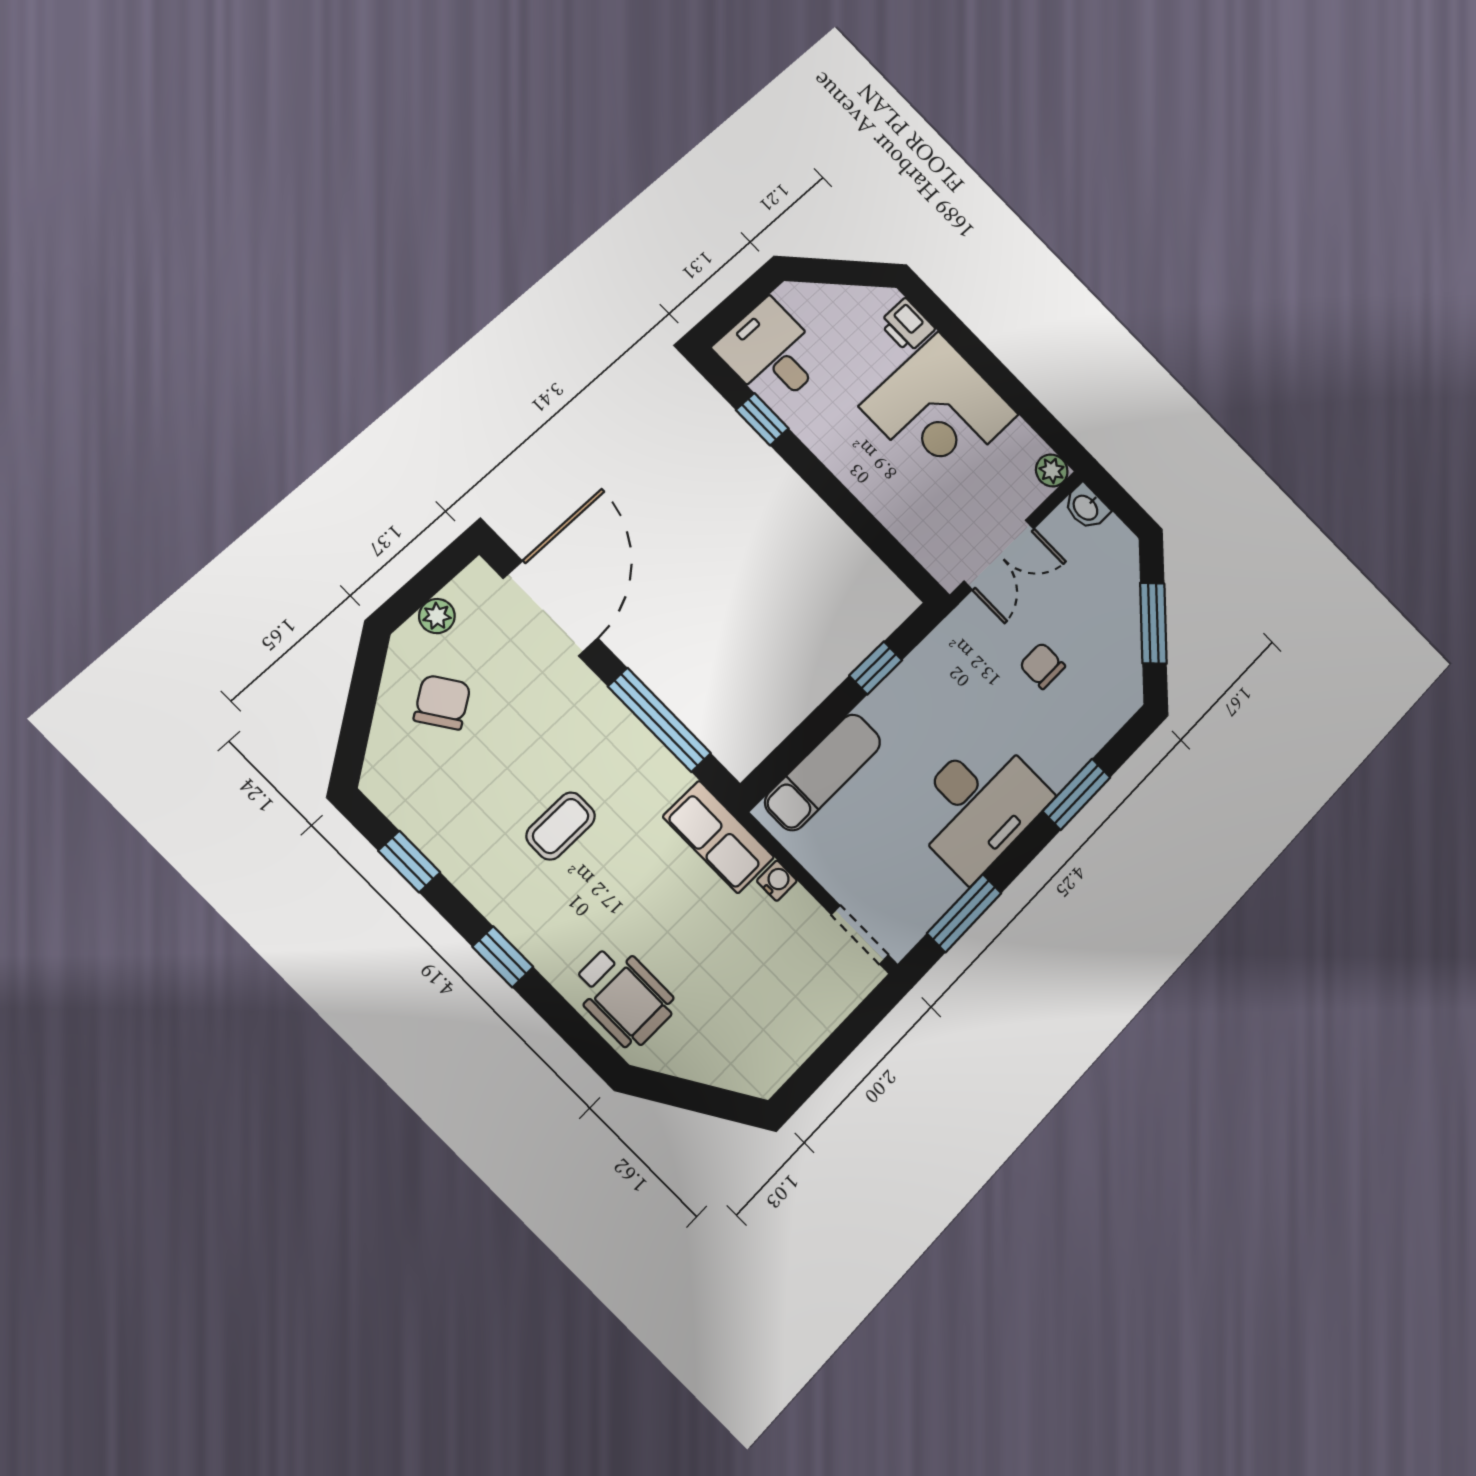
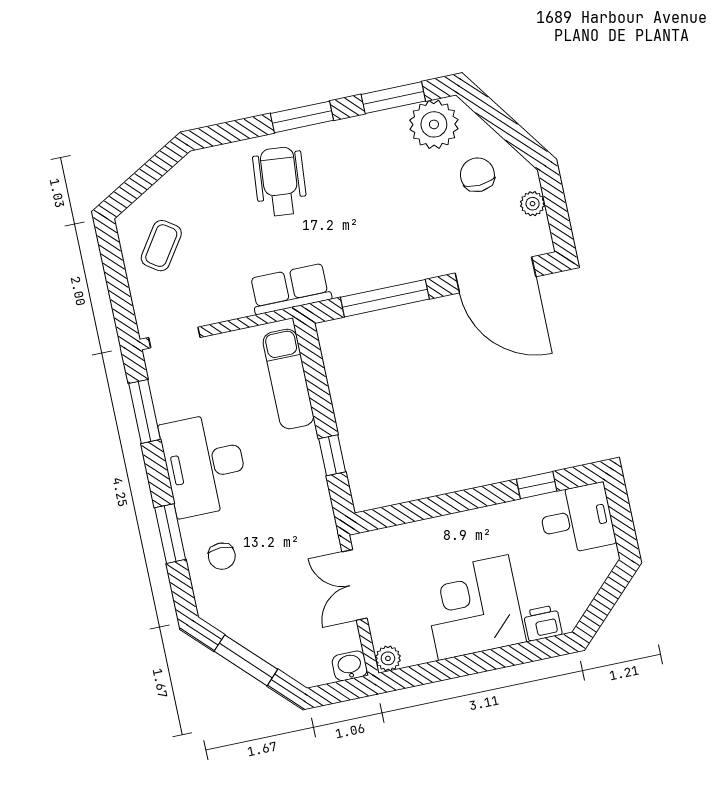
chair: (1042, 666) -> (222, 556), moved, turned 90
chair: (442, 702) -> (477, 175), turned -149
plant: (412, 792) -> (434, 124), added
coffee table: (561, 826) -> (161, 246), moved, turned 34
window: (409, 862) -> (393, 98), width x1.50
water cooler: (777, 881) -> (241, 308), removed
window: (503, 957) -> (302, 117), width x1.50
wheelchair: (623, 996) -> (280, 181), moved, turned 95

